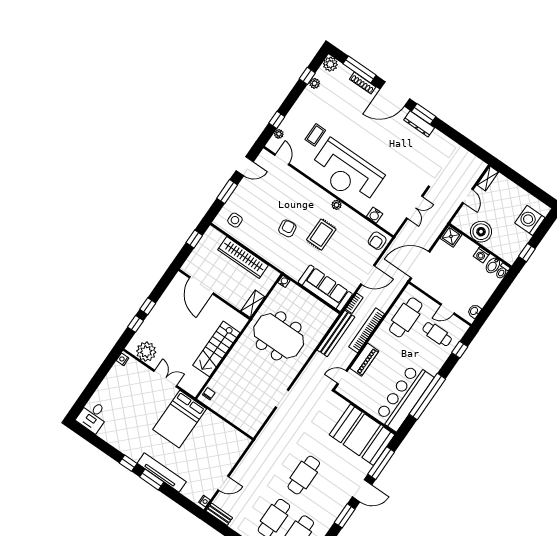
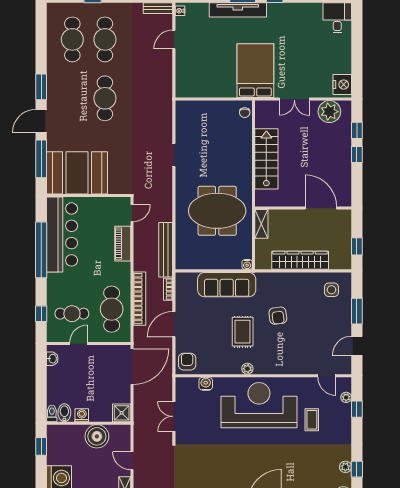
sofa: (325, 288) -> (227, 285), moved
bookcase: (367, 330) -> (139, 299), moved
nightstand: (123, 359) -> (342, 85), width x1.89, depth x1.79

